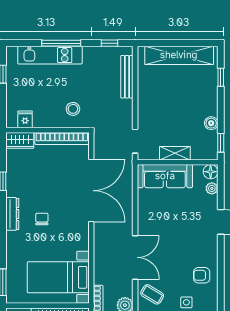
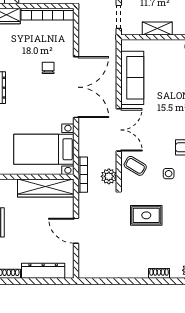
sofa: (165, 176) -> (132, 78), moved, turned -90
double door: (91, 191) -> (76, 87), moved
chair: (42, 219) -> (48, 68), moved

